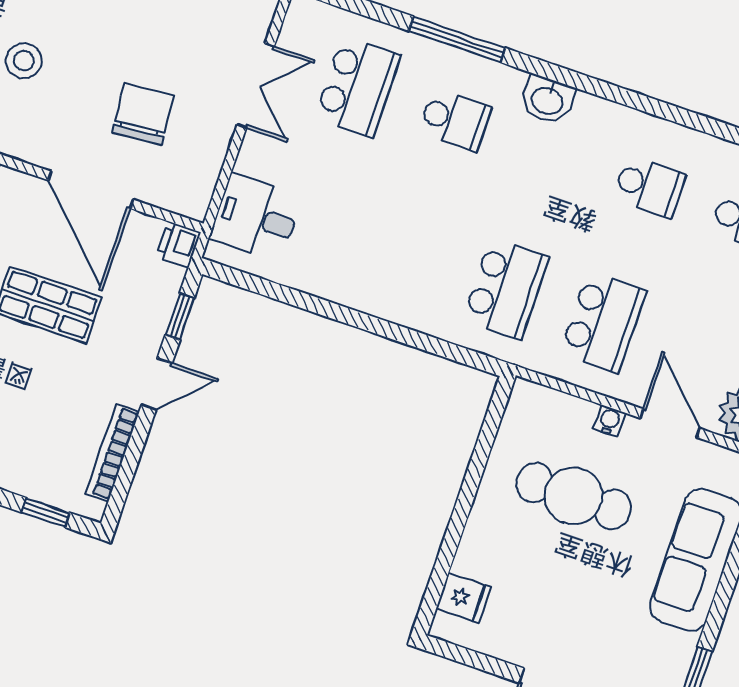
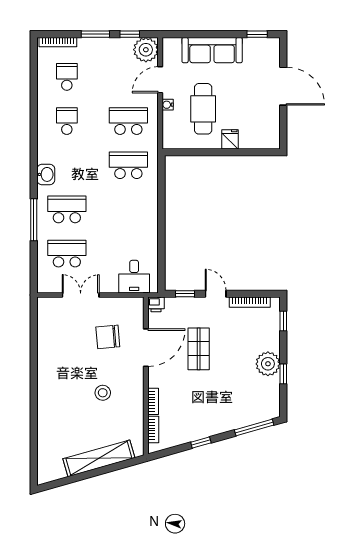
school desk: (455, 120) -> (67, 209), width x1.85
fridge: (464, 598) -> (230, 139), moved

